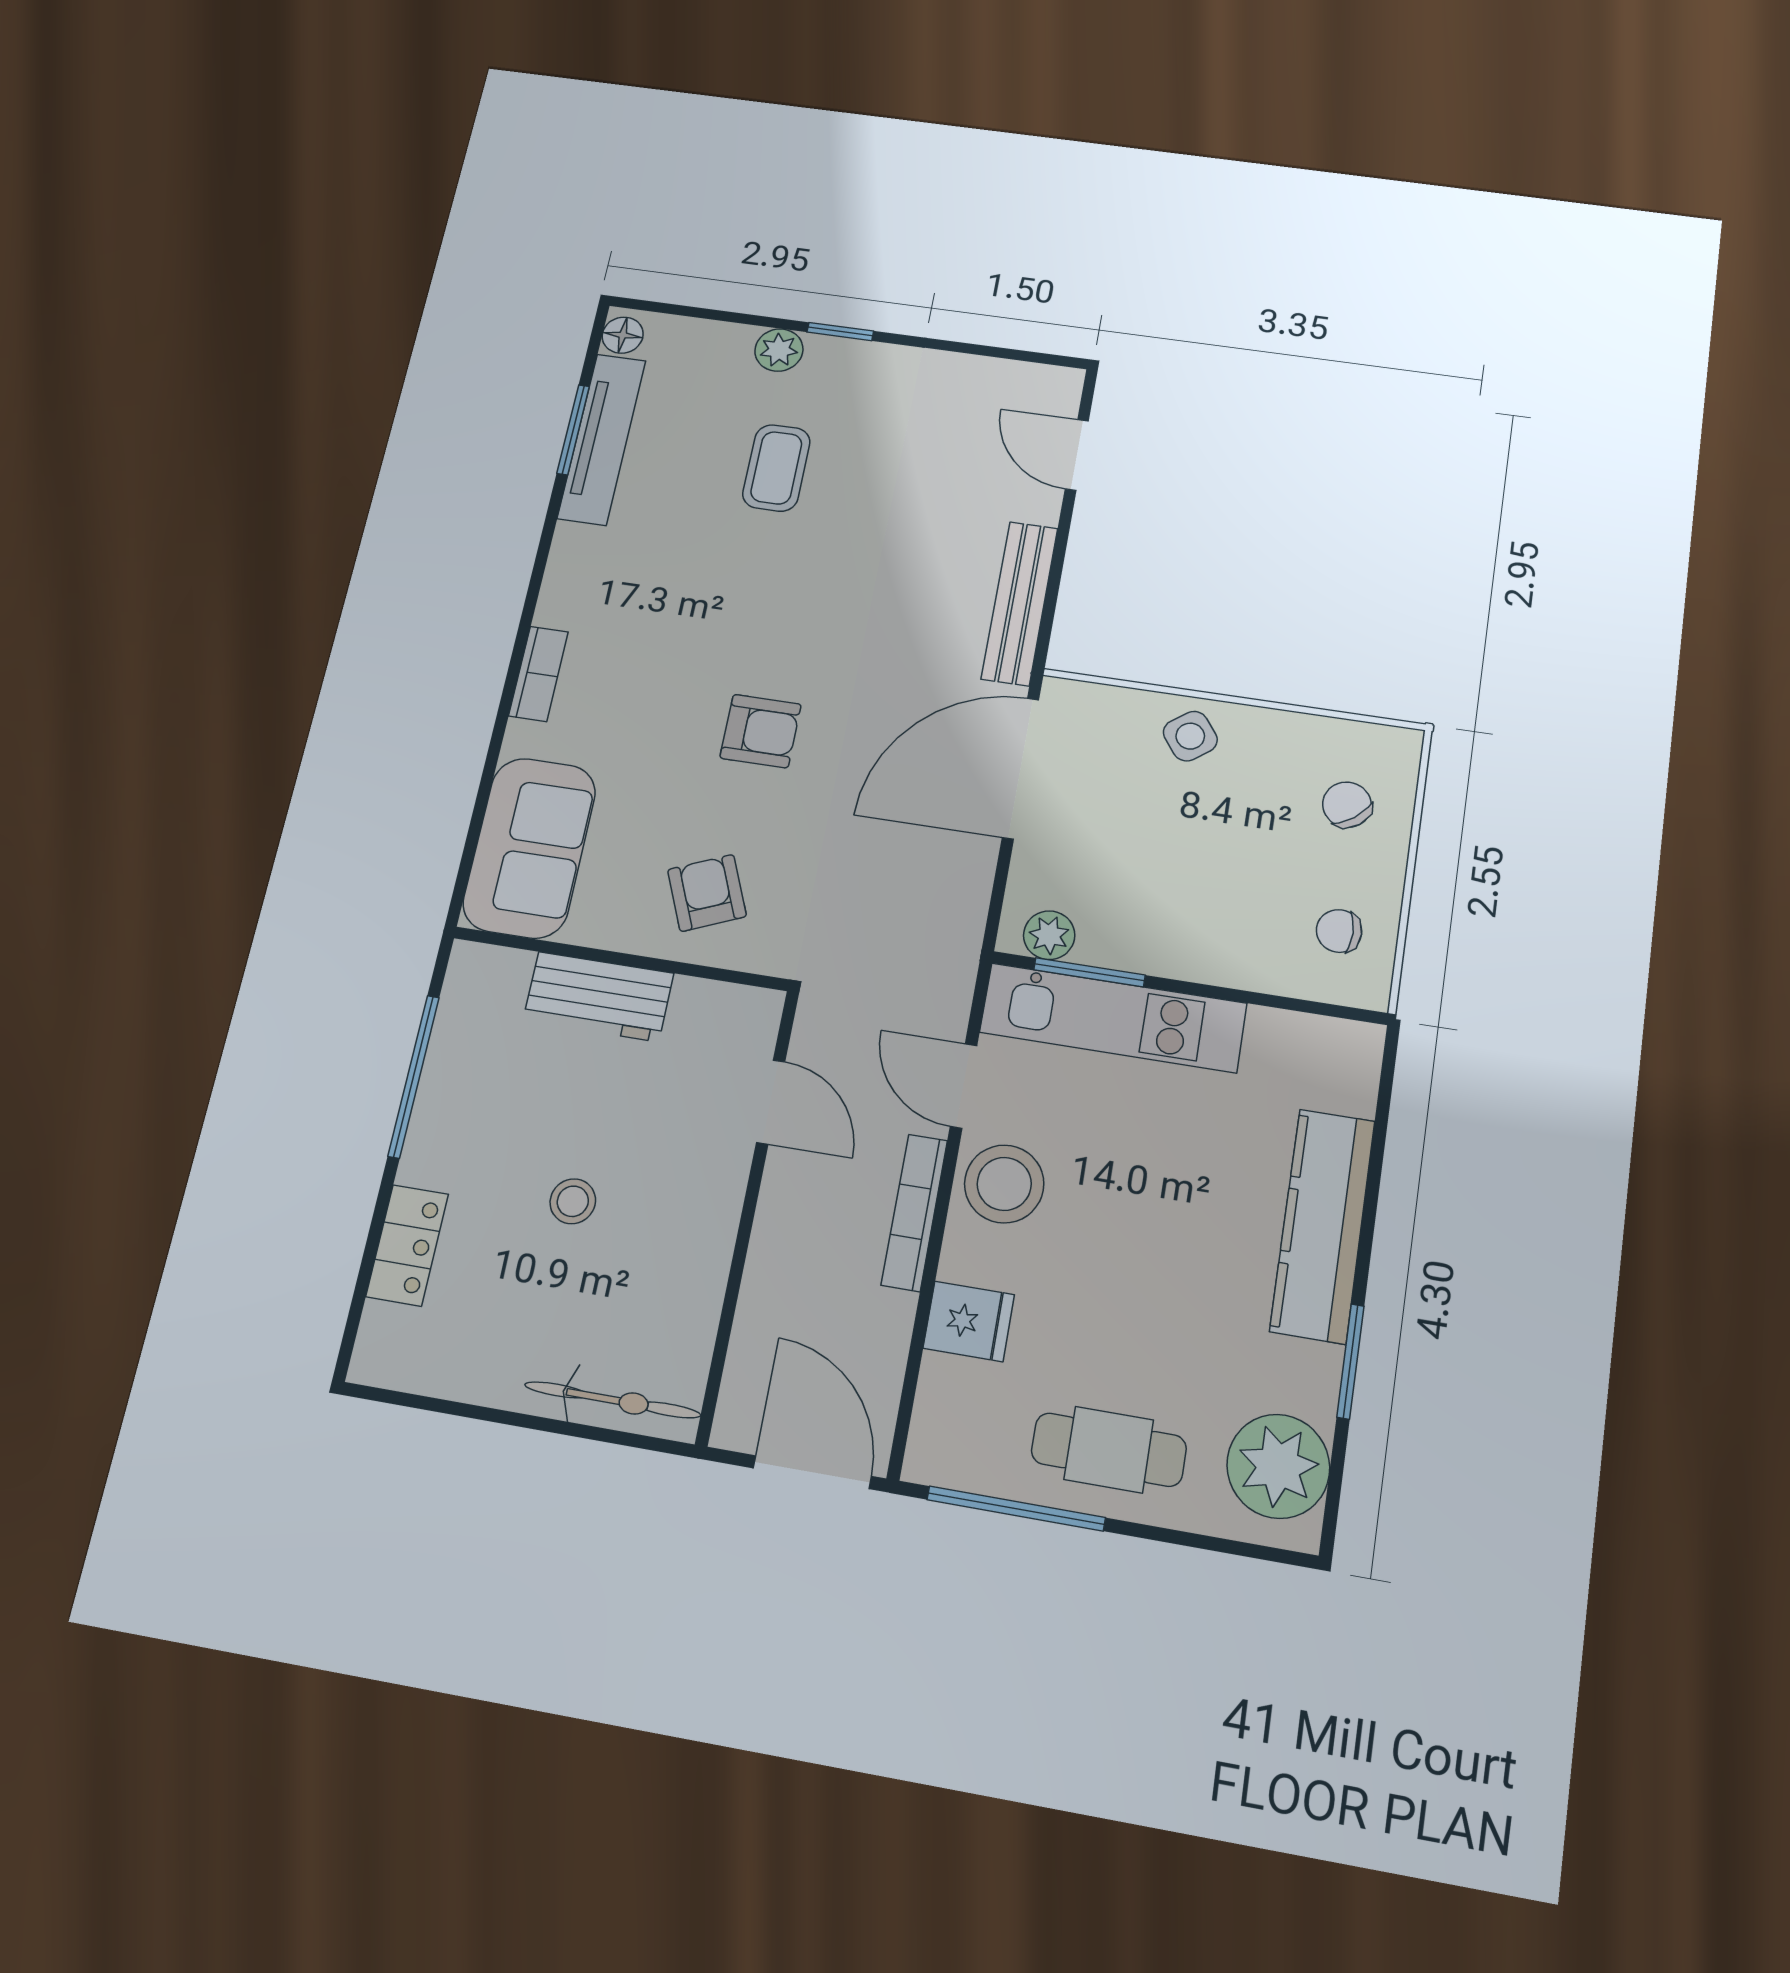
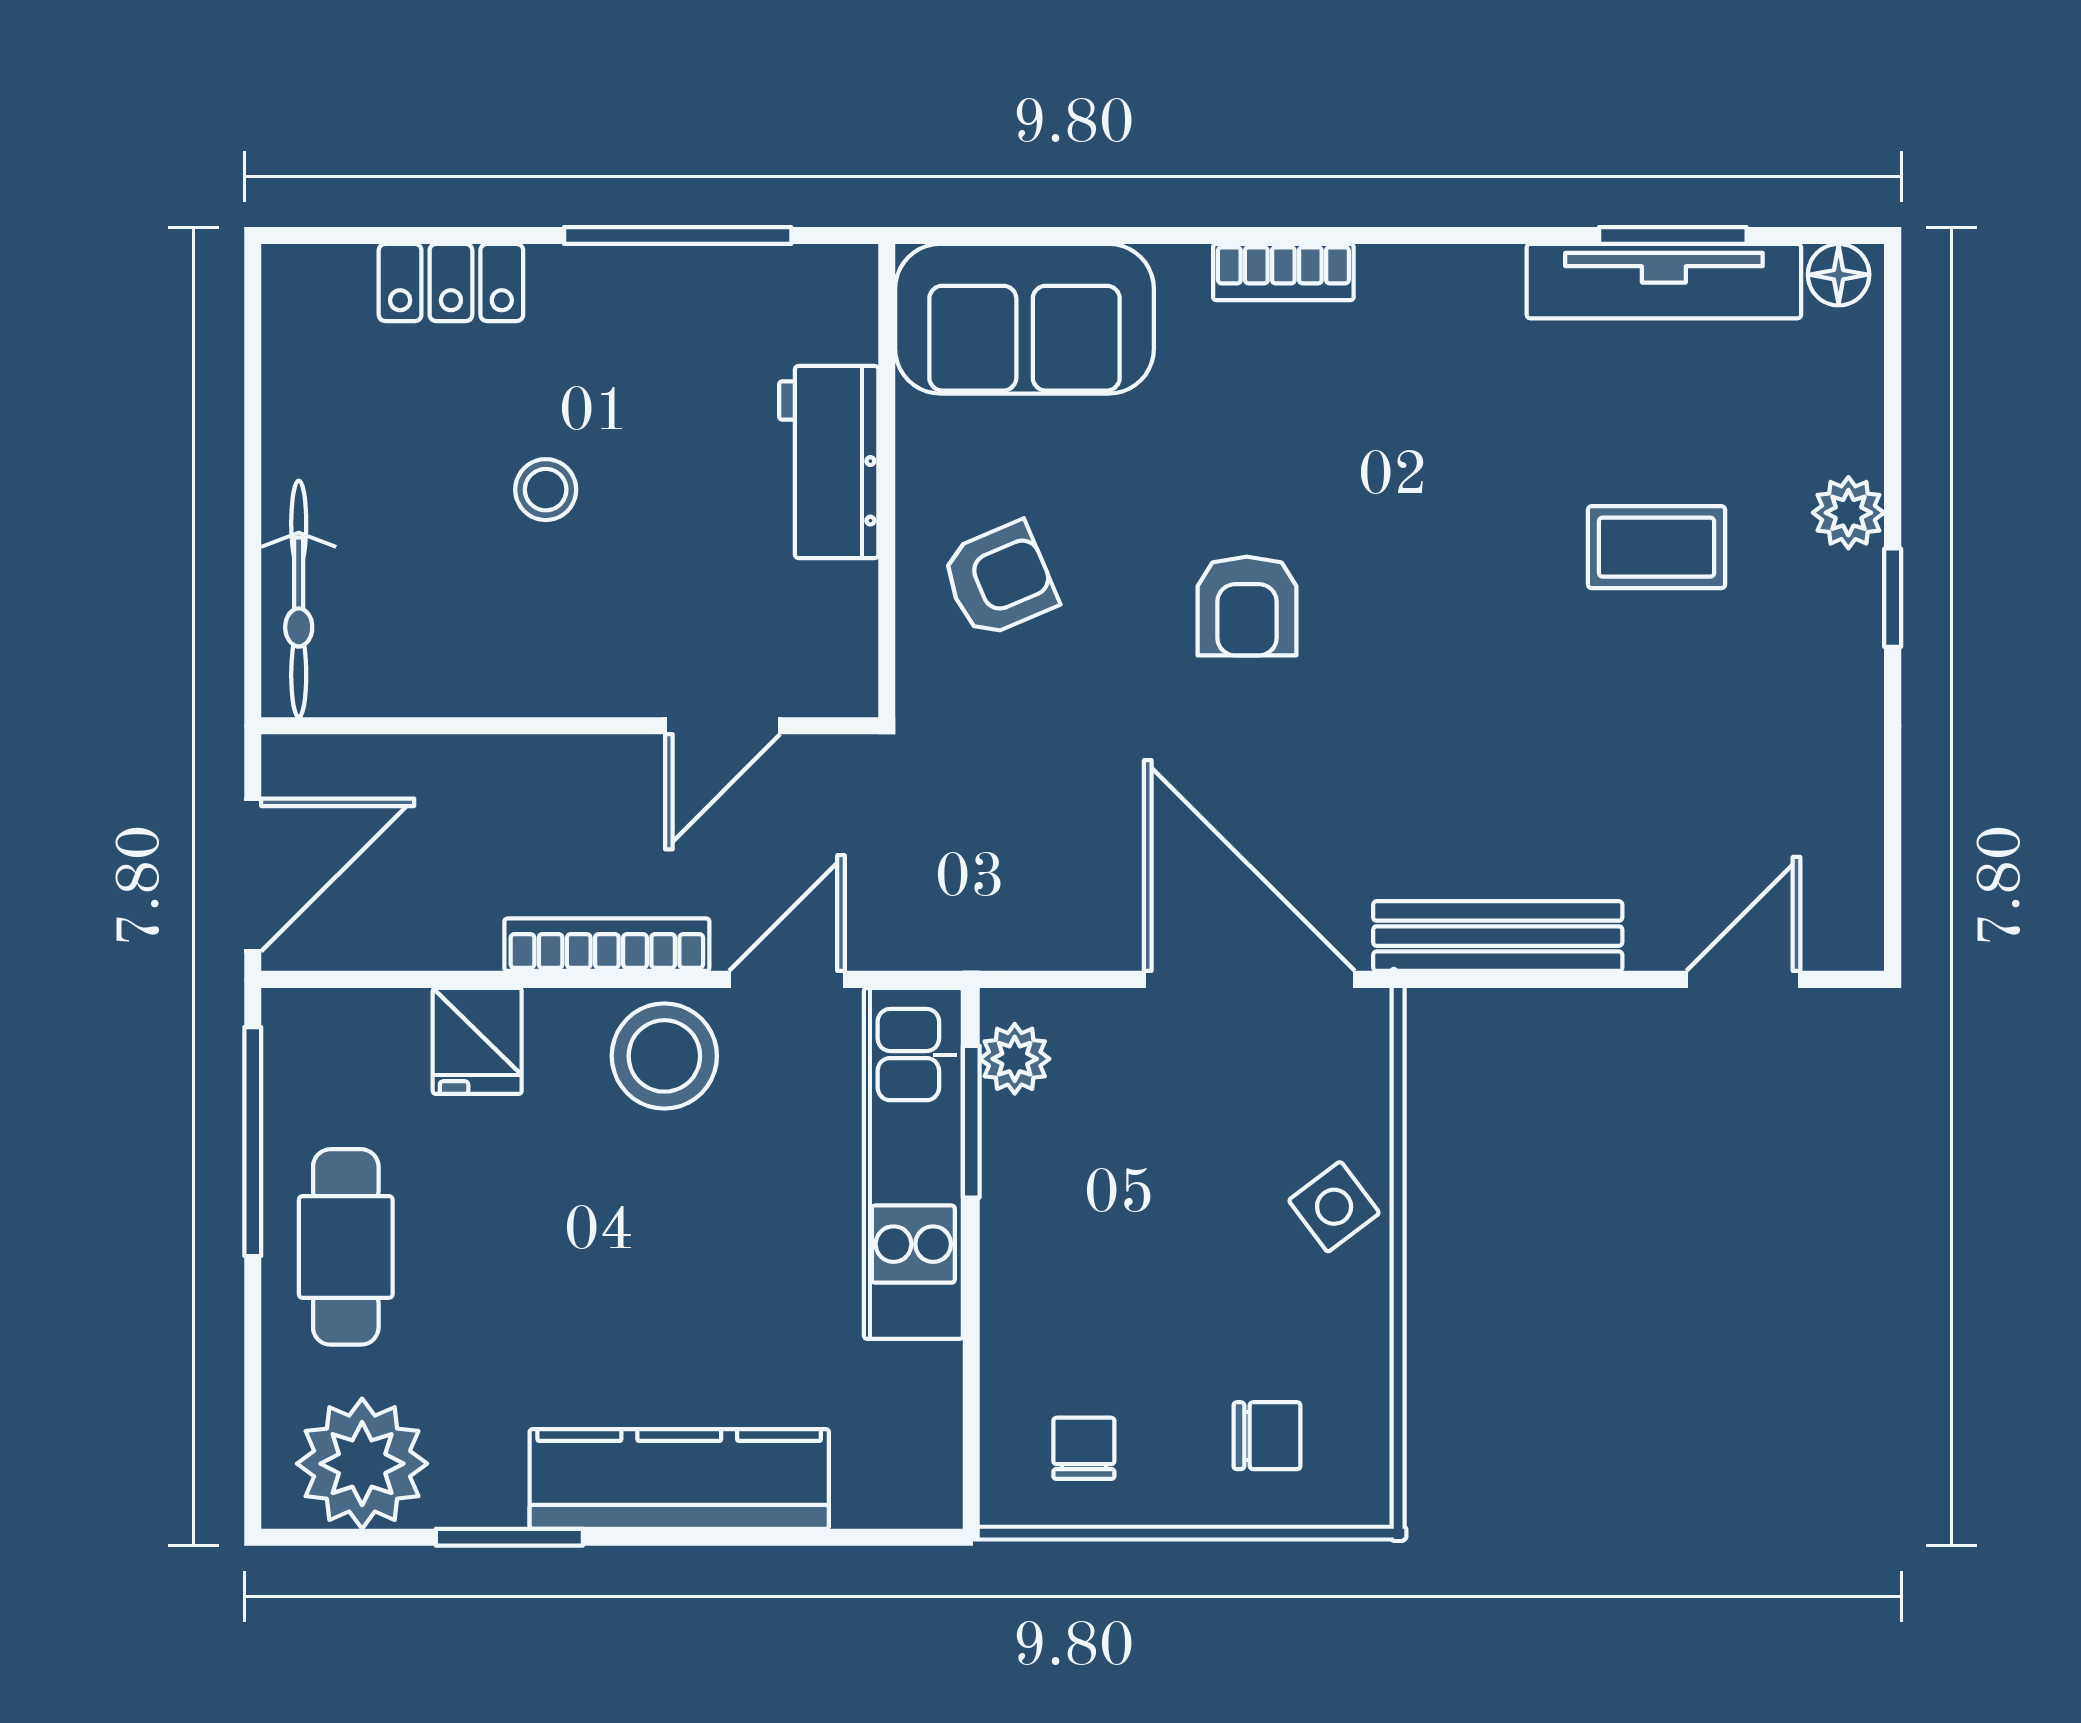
chair: (1347, 805) -> (1267, 1436), turned 38

